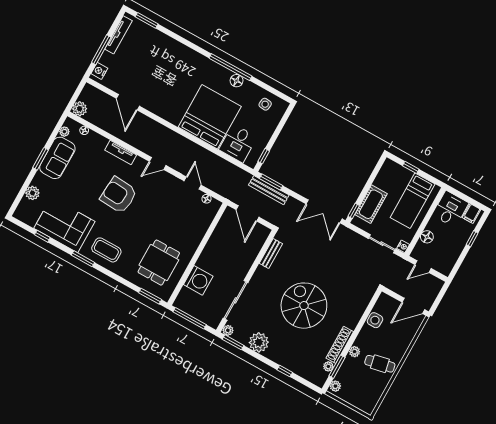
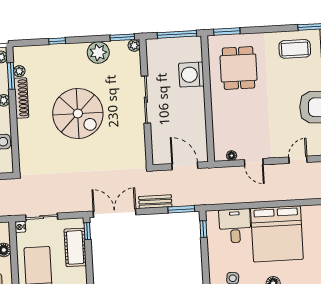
bench: (269, 190) -> (155, 202), moved, width x0.73
bench: (271, 253) -> (139, 143), removed
sliding door: (236, 300) -> (146, 100), moved

